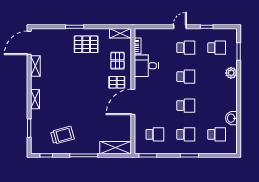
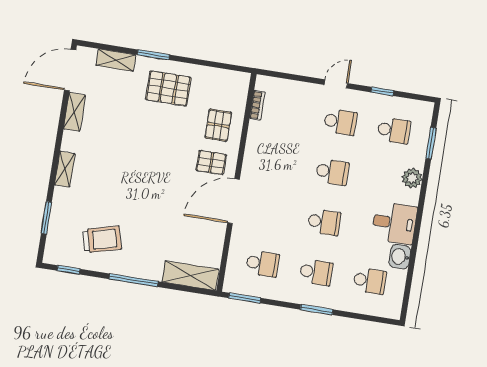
shelving: (120, 33) -> (116, 60), moved
desk: (146, 66) -> (394, 223), moved, turned 180

